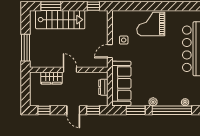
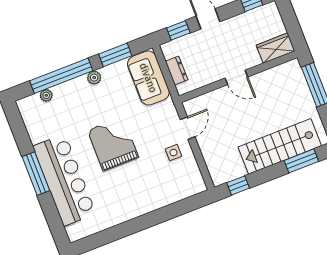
grand piano: (151, 24) -> (113, 144), moved, turned -90
wardrobe: (51, 78) -> (276, 48), moved
sofa: (121, 83) -> (148, 78), width x0.73

